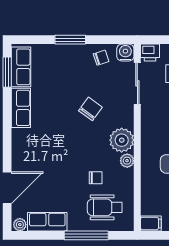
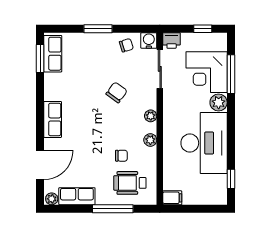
row of seats: (21, 108) -> (53, 119), moved
plant: (122, 140) -> (151, 116), width x0.53, depth x0.53

